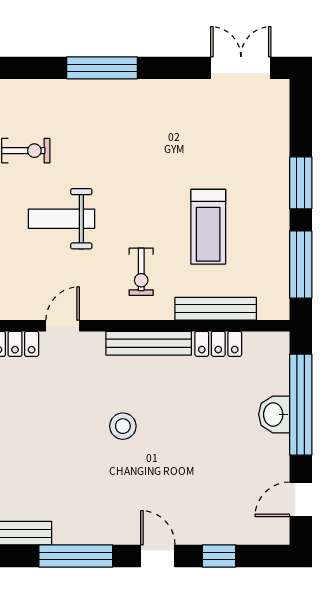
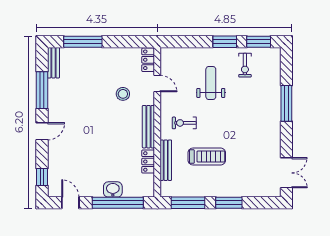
treadmill: (208, 227) -> (207, 156), turned 180
stool: (123, 426) -> (123, 94), moved
window: (219, 556) -> (42, 177), moved

